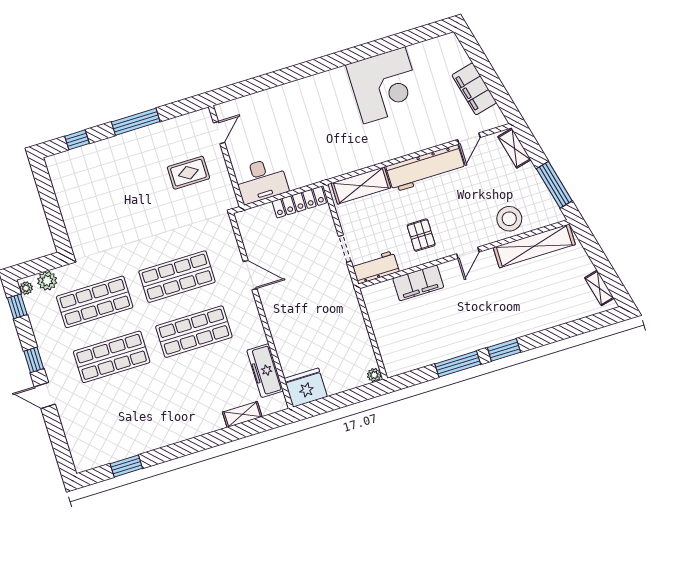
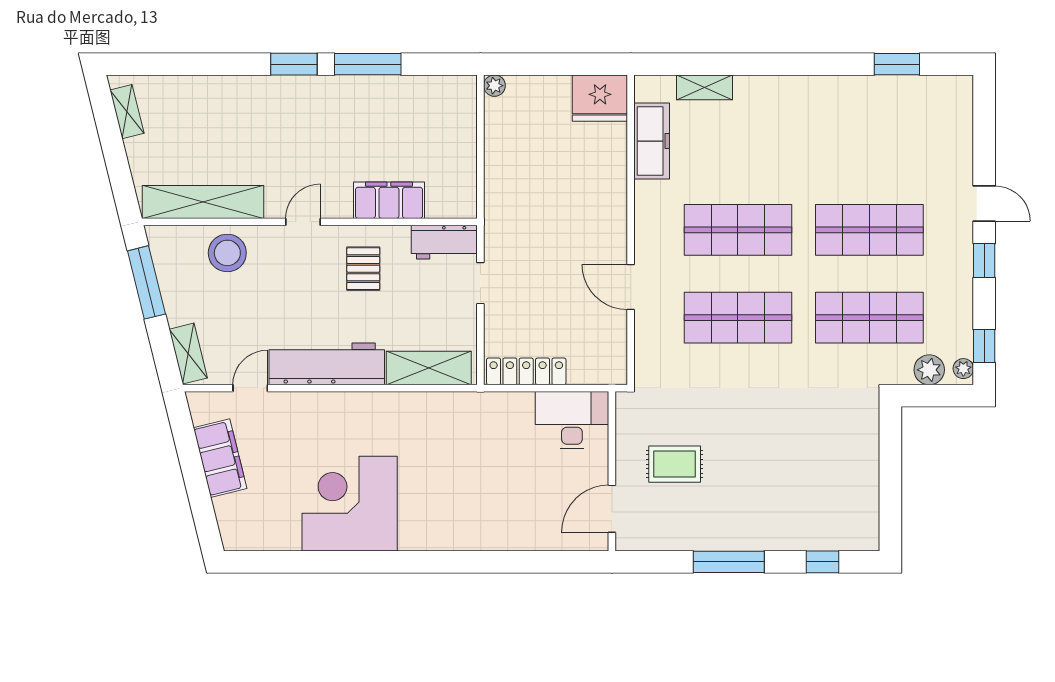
door: (219, 133) -> (612, 509), width x1.38

